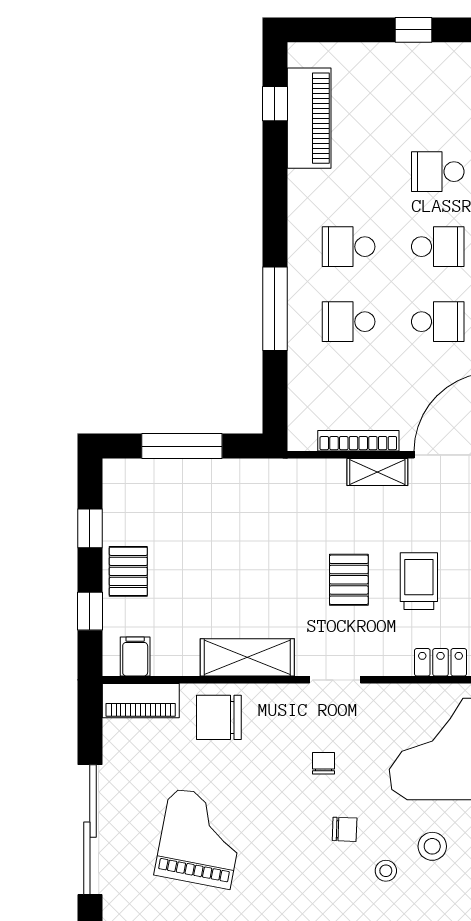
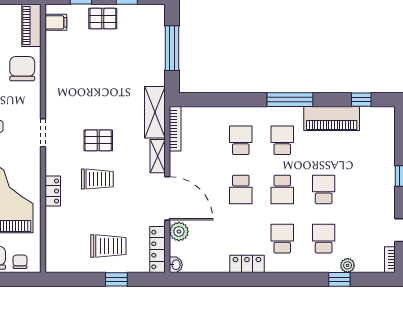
piano: (309, 118) -> (332, 118), moved
window: (275, 309) -> (290, 100), moved
bookcase: (358, 441) -> (175, 129), moved
shelving: (247, 657) -> (155, 112), moved

